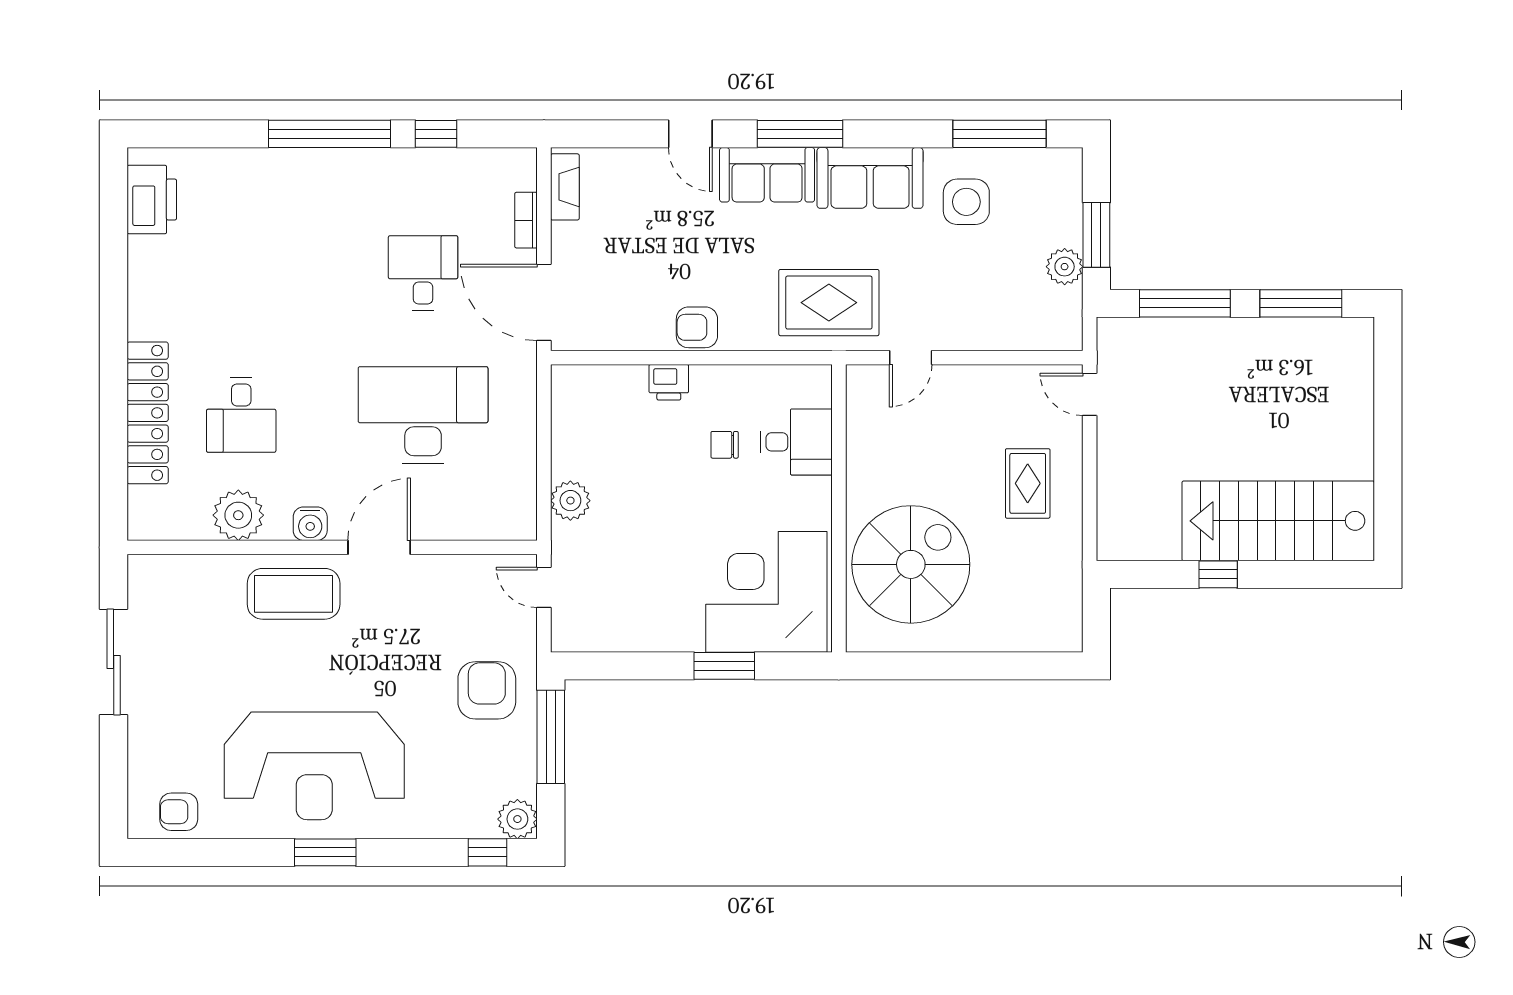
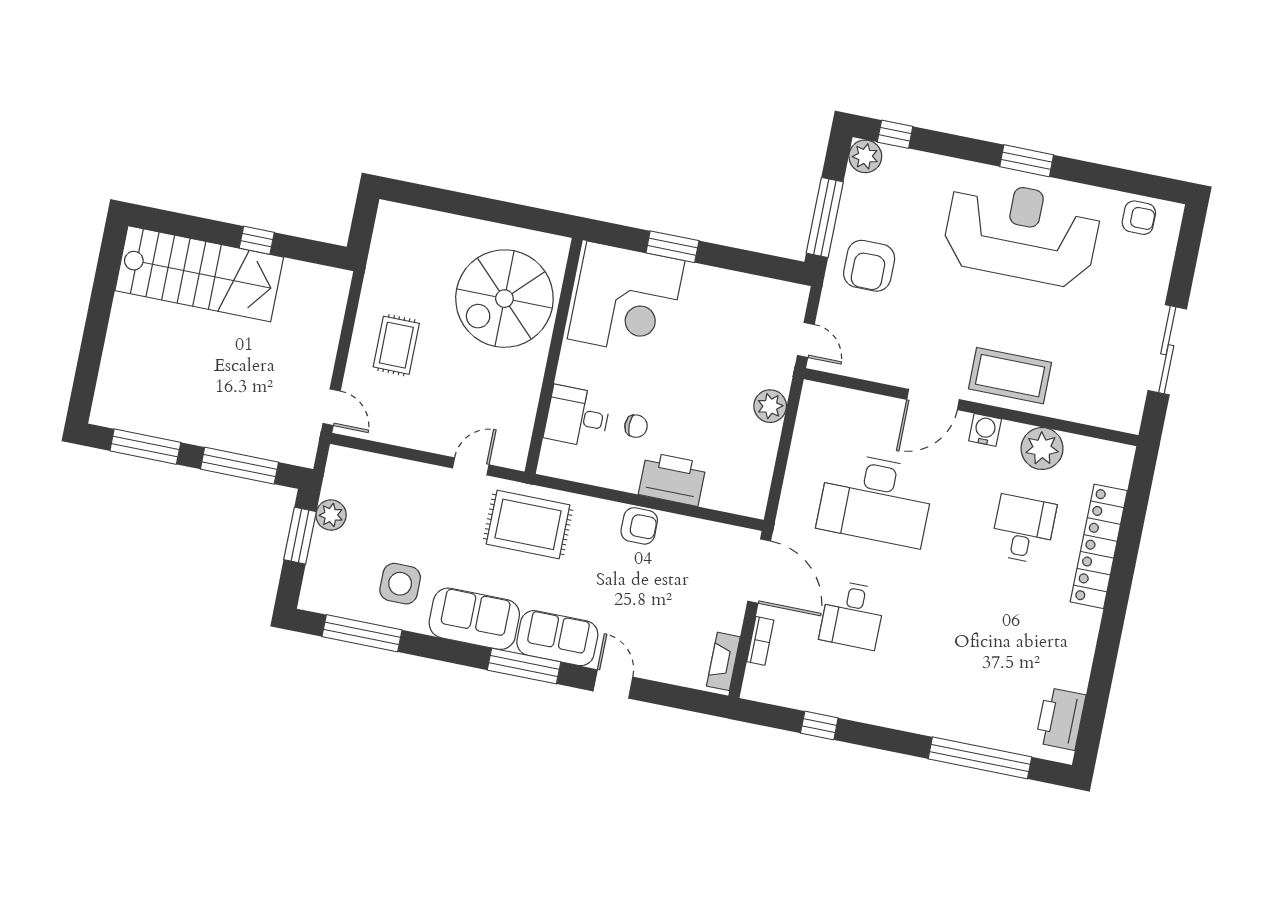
window: (330, 134) -> (980, 758), moved
printer: (669, 382) -> (672, 479), width x1.87, depth x1.48

